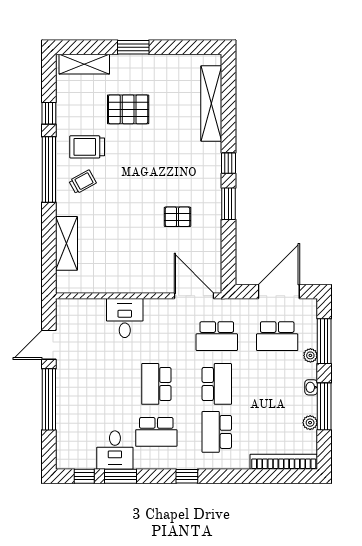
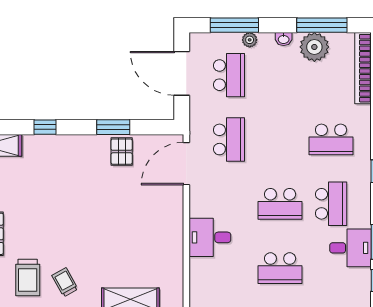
window: (228, 204) -> (113, 127), moved
pallet: (178, 217) -> (122, 152), moved
school desk: (217, 384) -> (280, 268), moved, turned 180
window: (324, 406) -> (322, 25), moved
plant: (310, 423) -> (314, 47), width x1.87, depth x1.87

